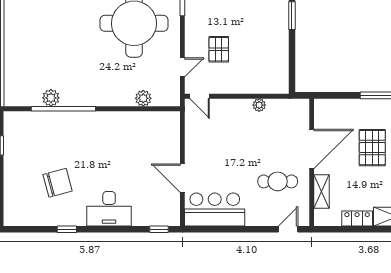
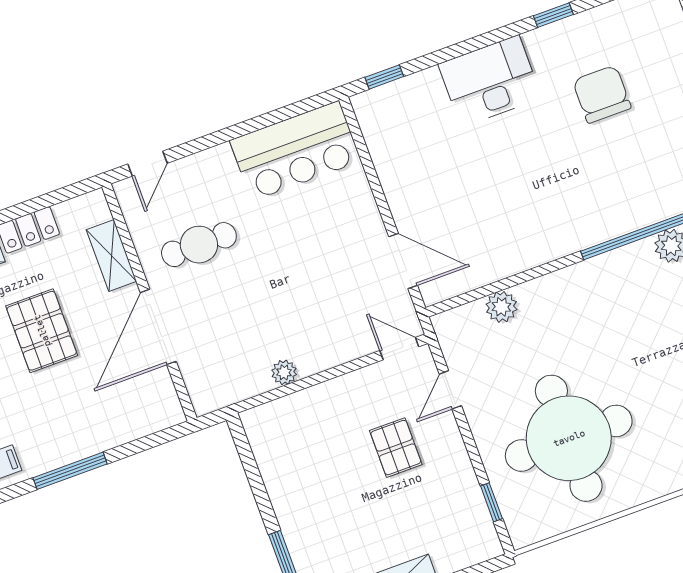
pallet: (372, 148) -> (42, 331), moved
door: (182, 178) -> (403, 261), moved
chair: (58, 183) -> (602, 94), turned 105

